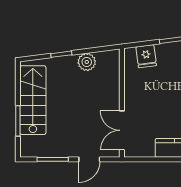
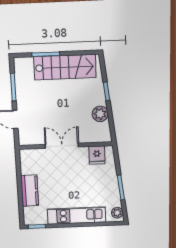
fridge: (146, 56) -> (97, 155), moved, turned -83
double door: (122, 130) -> (62, 146), moved

